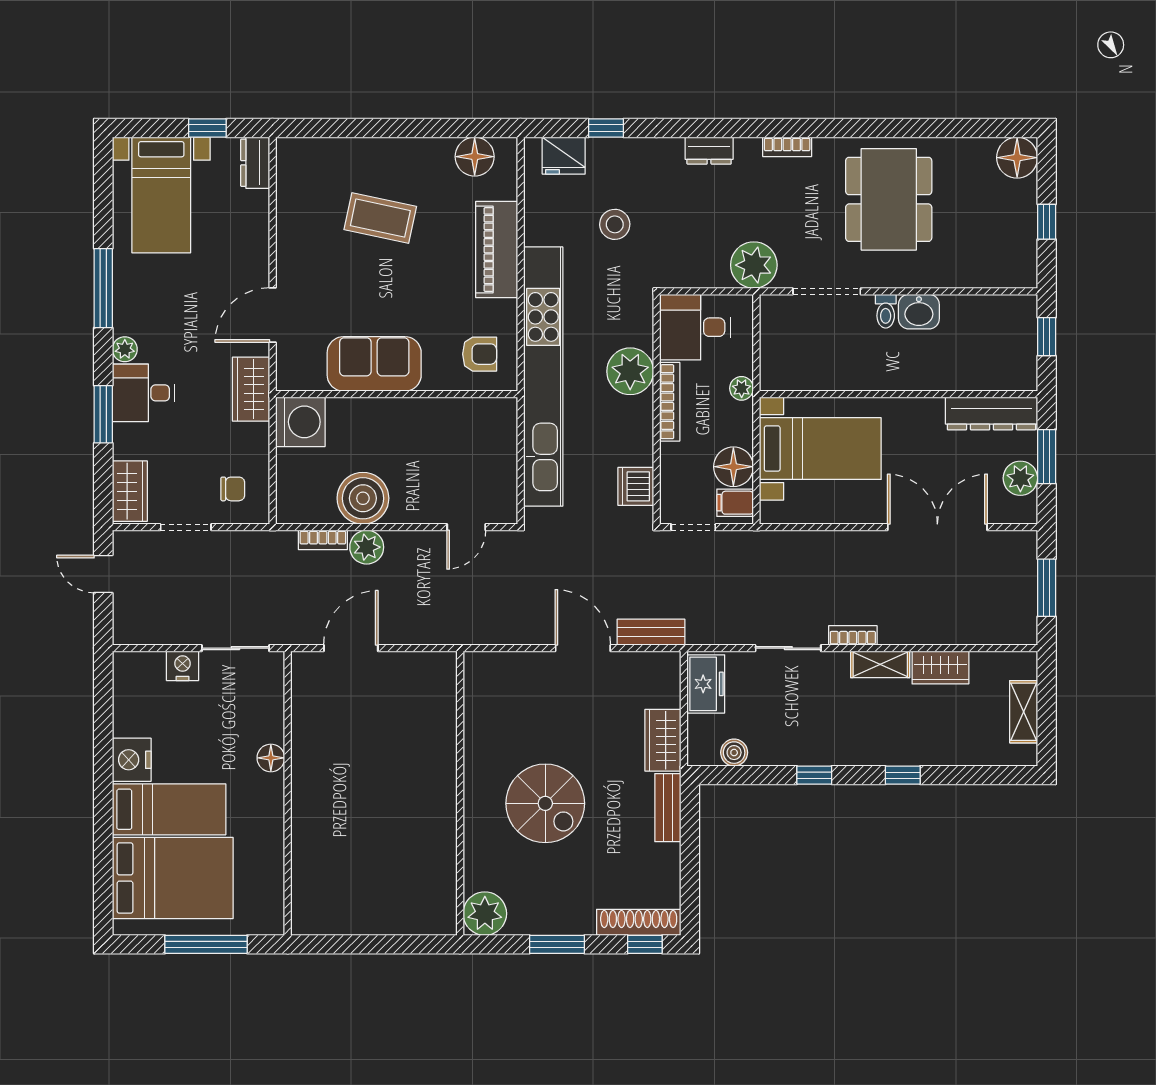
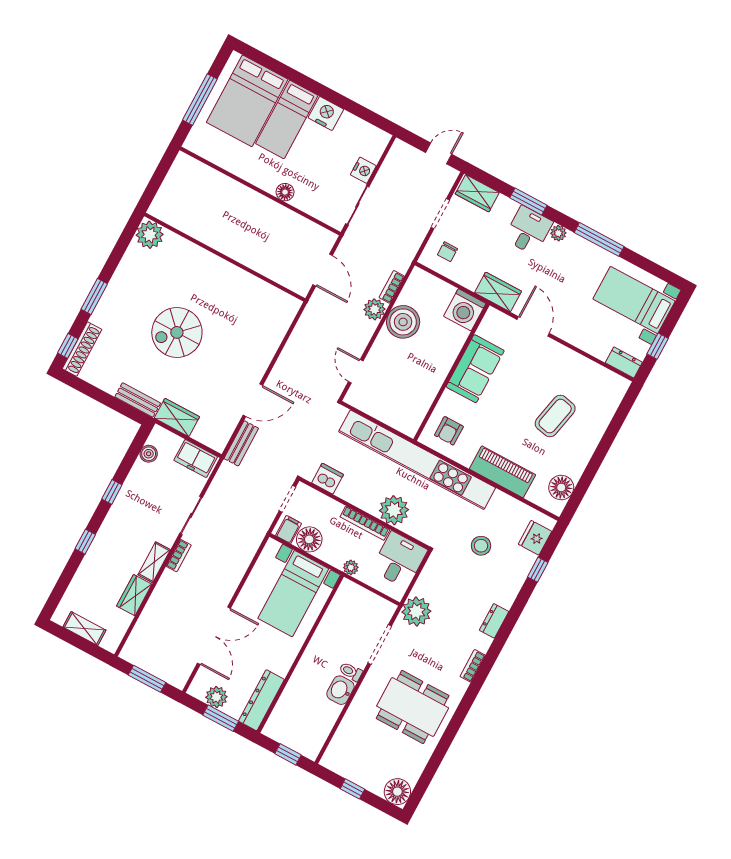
wall: (460, 793) -> (225, 257), moved
plant: (485, 914) -> (150, 235), moved

